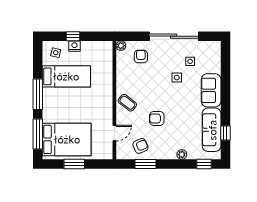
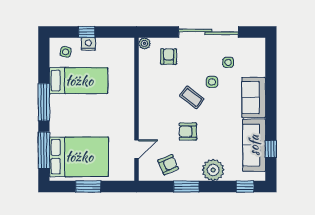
coffee table: (127, 103) -> (192, 97), moved
plant: (182, 155) -> (213, 170), width x1.87, depth x1.87
window: (145, 164) -> (186, 187), moved

